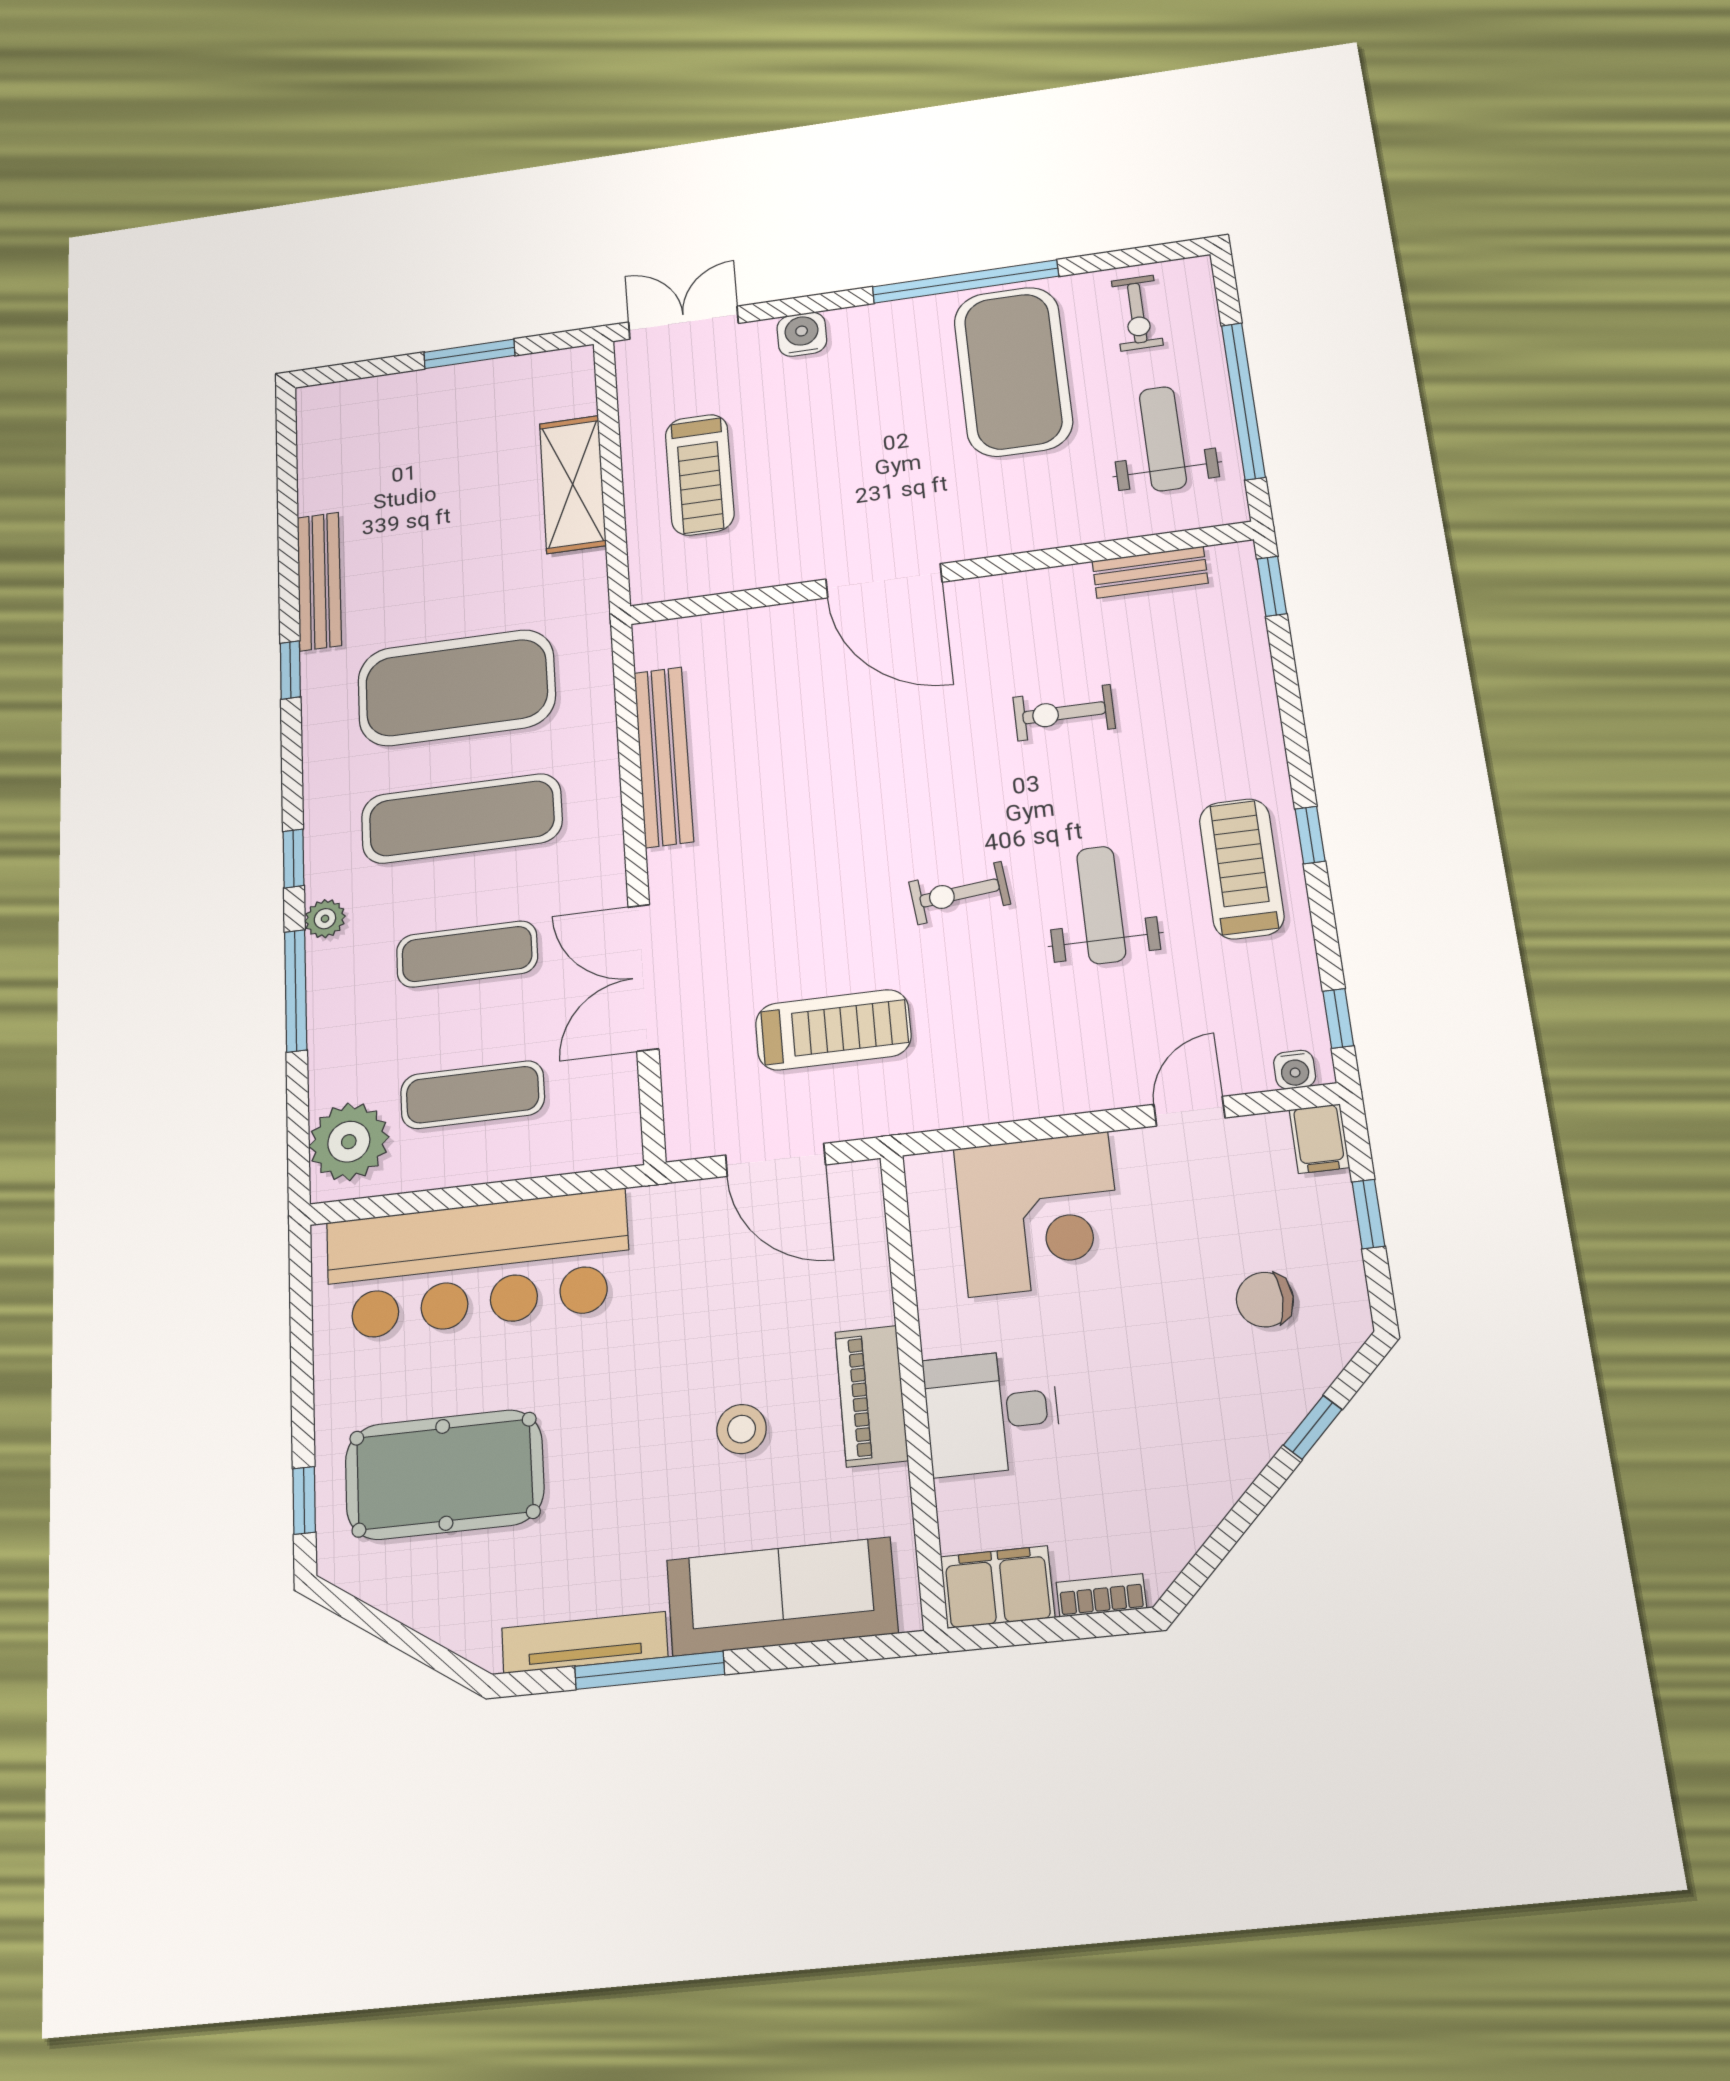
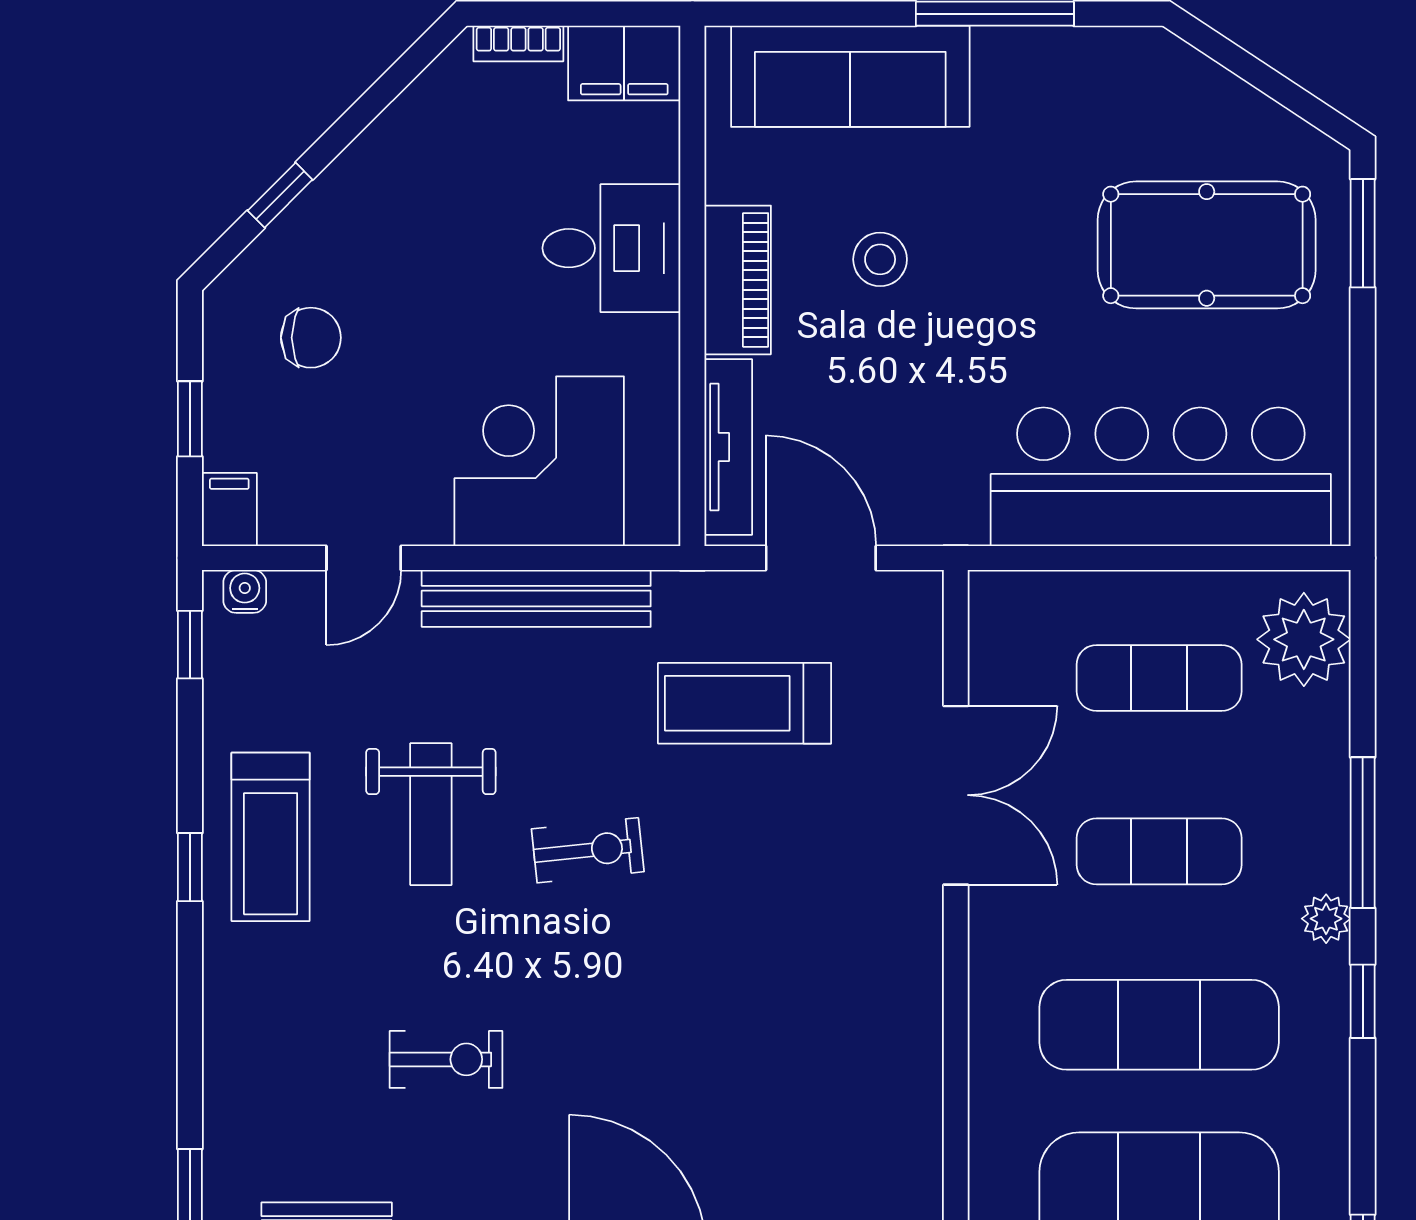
bench: (664, 757) -> (536, 598), moved, turned 90
window: (304, 1500) -> (1363, 233), width x1.50
tv unit: (585, 1642) -> (728, 447), moved, turned -90

